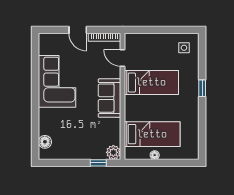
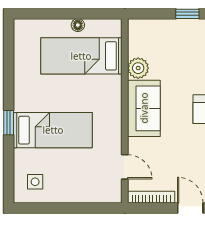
bed: (151, 82) -> (53, 130), moved, turned 180
plant: (113, 152) -> (138, 68), moved
window: (98, 163) -> (187, 14), moved

